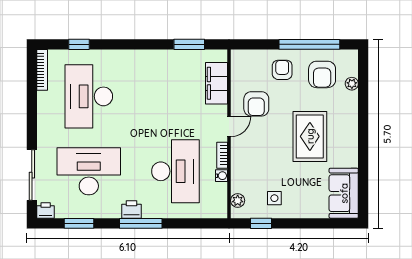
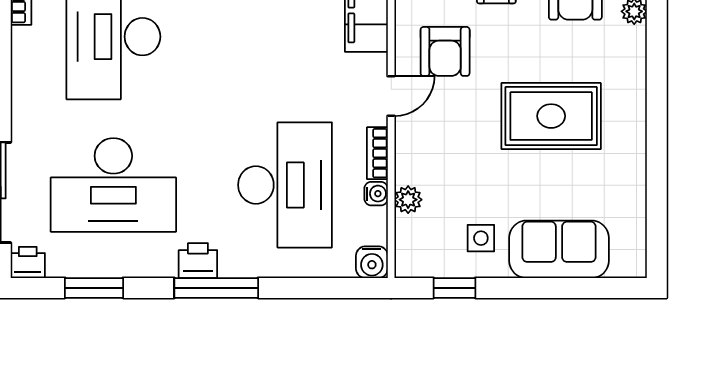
rug: (310, 136) -> (551, 116), turned 90
desk: (89, 171) -> (113, 185), turned 180
sofa: (344, 193) -> (559, 249), moved, turned 90
plant: (238, 201) -> (408, 200), moved
water cooler: (219, 210) -> (372, 262), added

